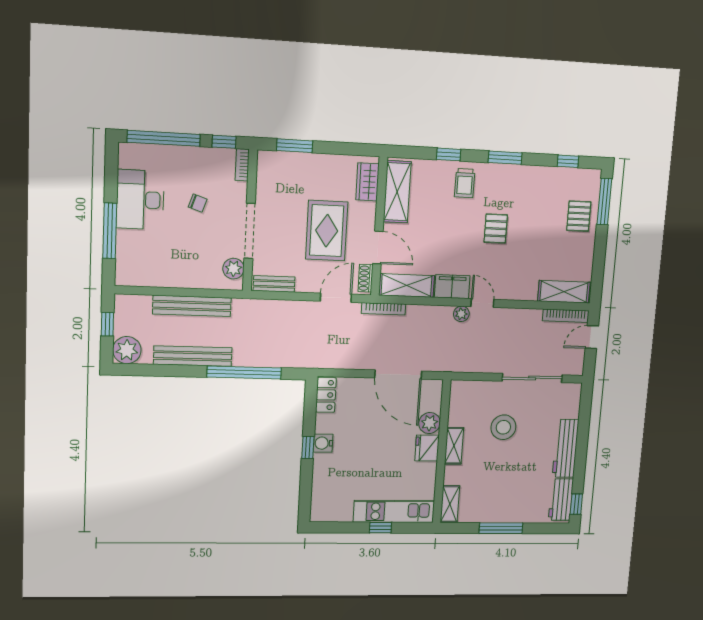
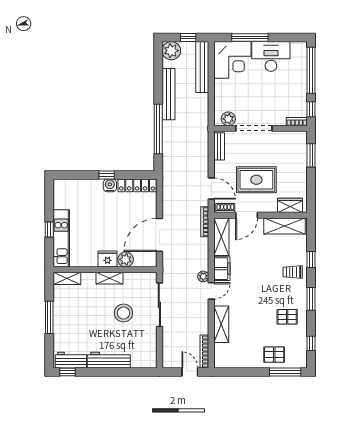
chair: (198, 203) -> (270, 94), removed
pallet: (496, 229) -> (287, 317), moved
corner desk: (144, 259) -> (232, 60), added
shelving: (564, 292) -> (221, 324), moved
bench: (192, 306) -> (202, 67), moved
sliding door: (532, 378) -> (159, 305), moved
locker: (326, 395) -> (137, 185), width x1.53

